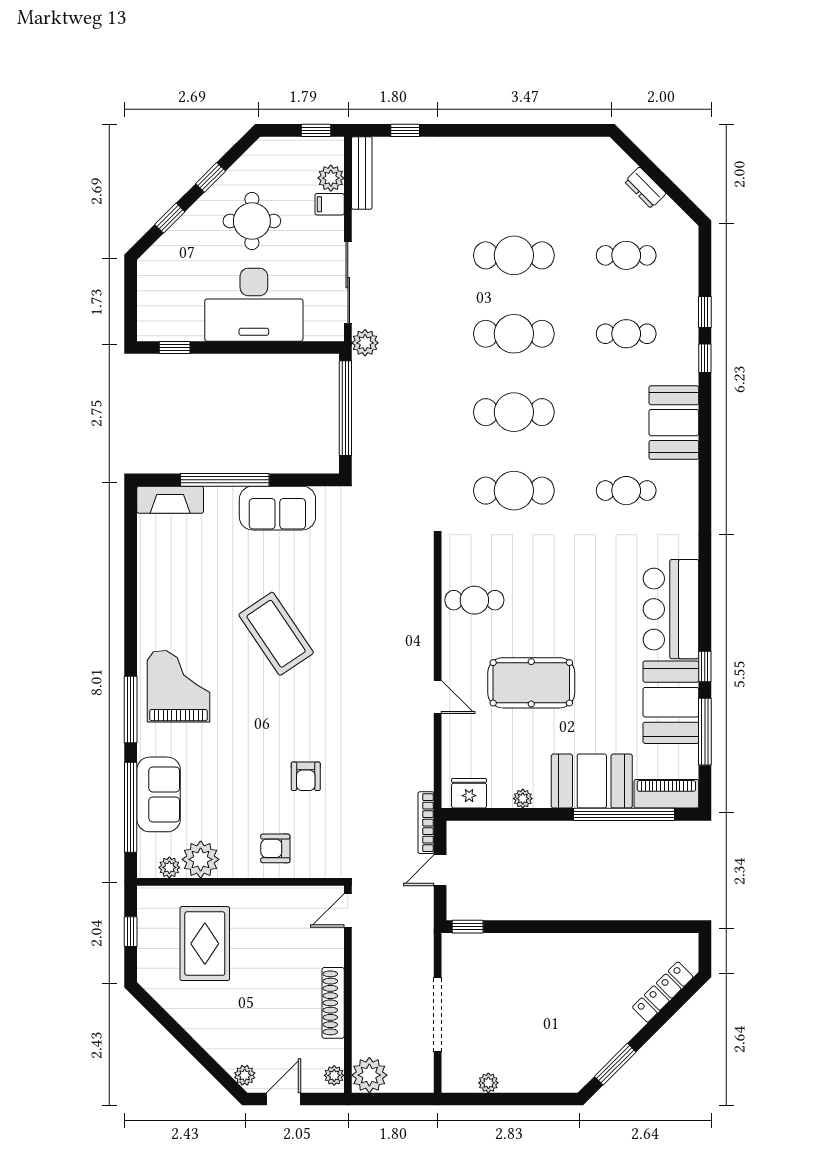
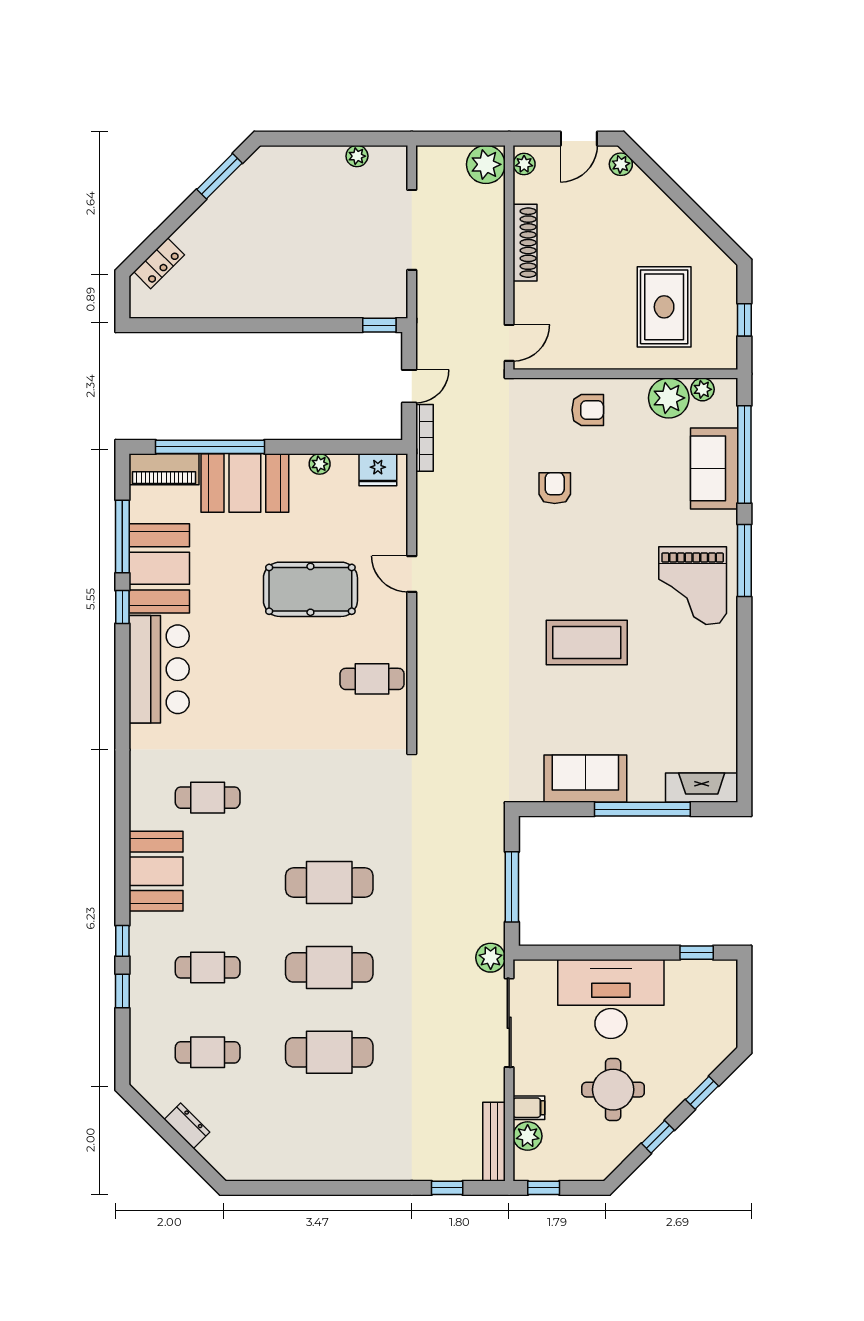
window: (345, 408) -> (512, 887), width x0.68
cafe table: (514, 491) -> (329, 798), removed
coffee table: (276, 634) -> (587, 643), turned -56
locker: (663, 992) -> (159, 263), width x0.66

